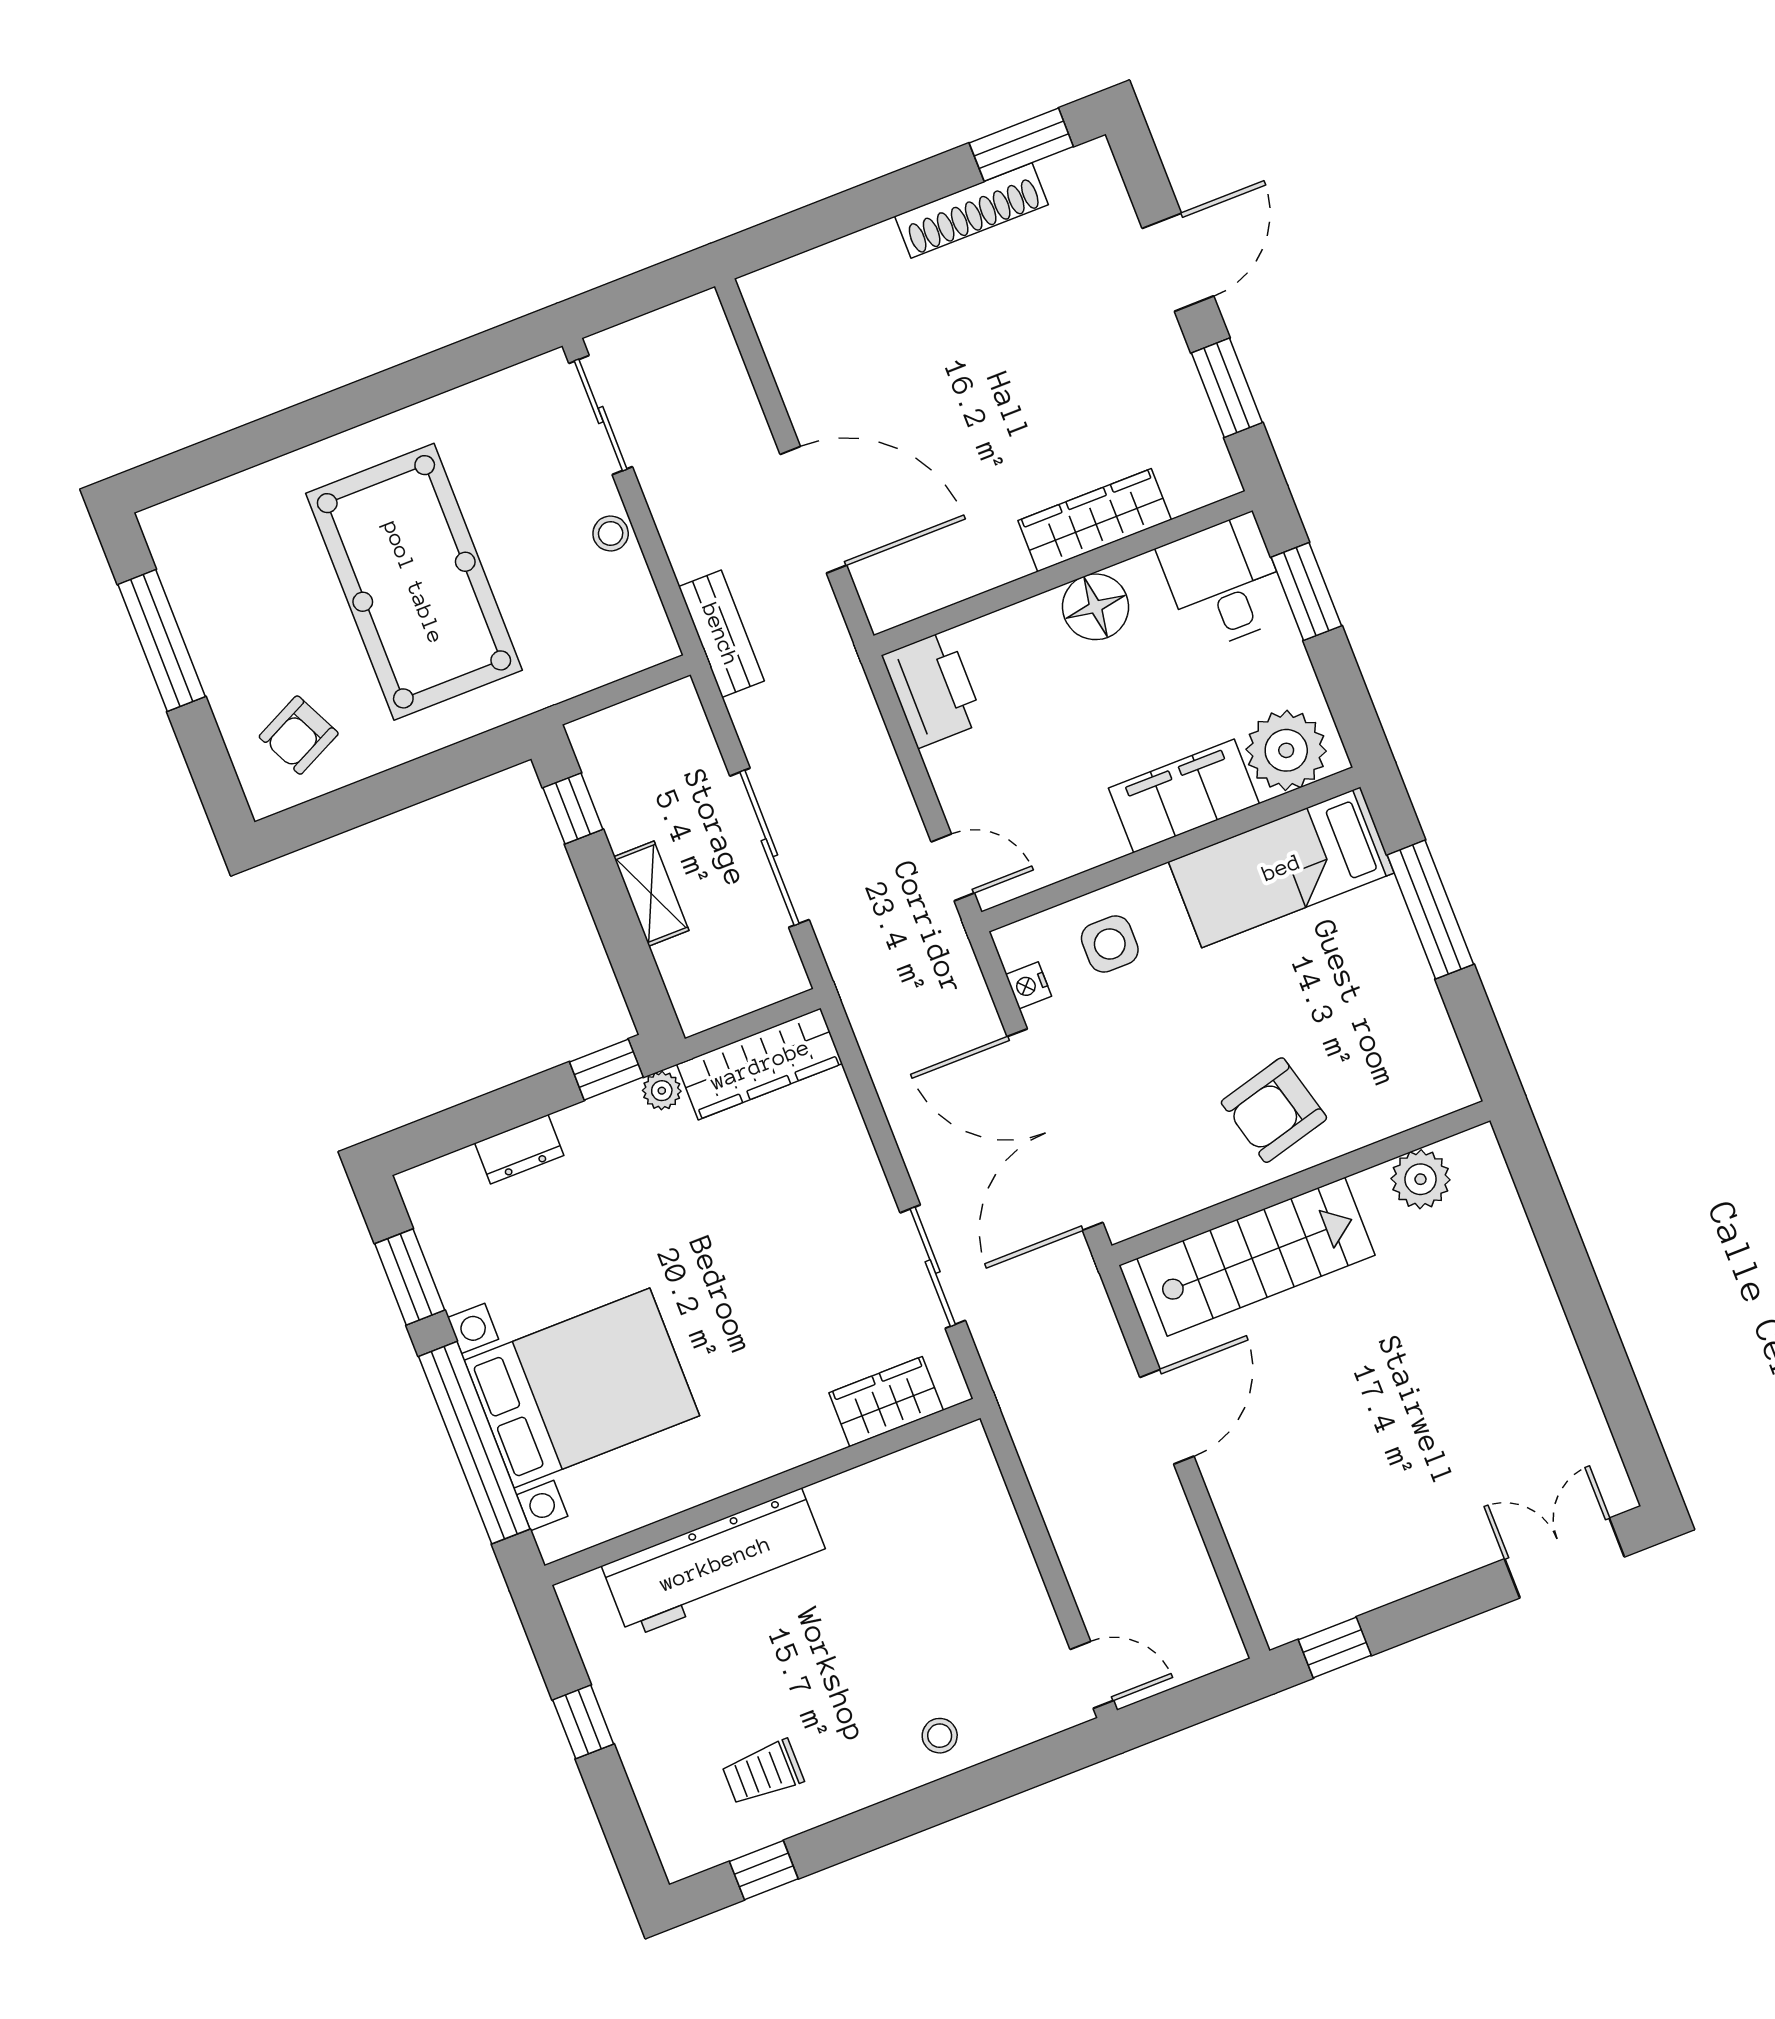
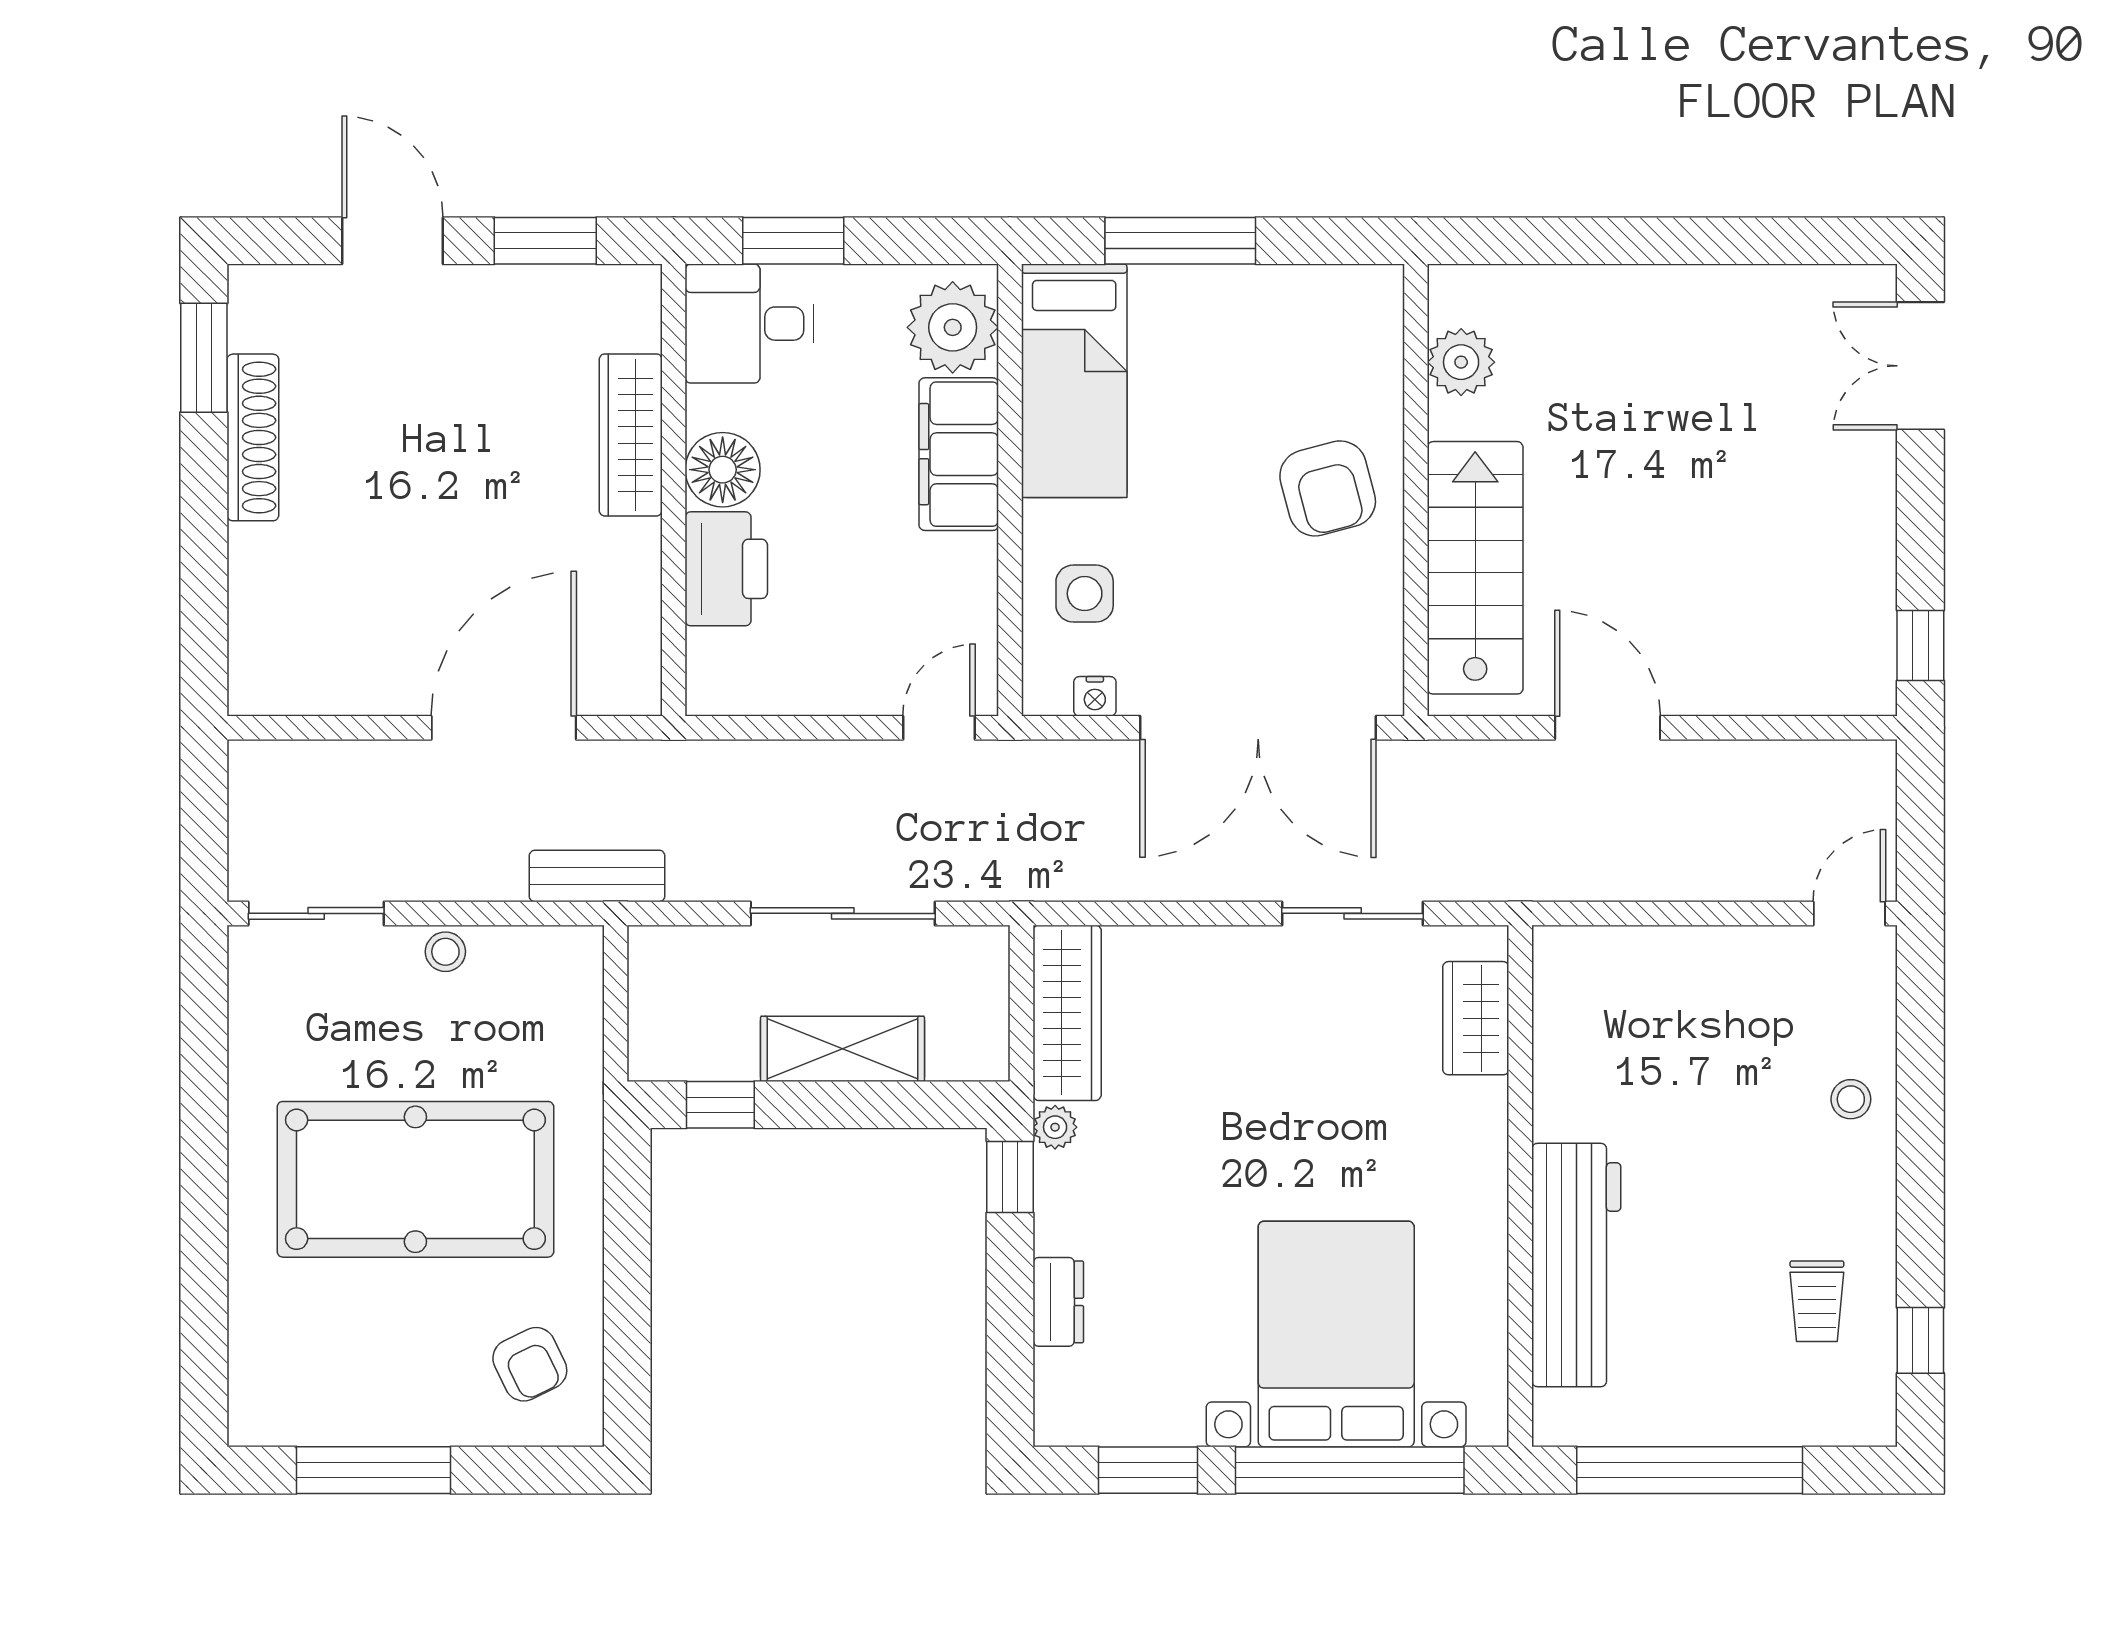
printer: (933, 689) -> (726, 569), moved, turned 90
shelving: (651, 894) -> (842, 1049), width x1.50, depth x1.33
window: (583, 1722) -> (1690, 1470), width x3.17

